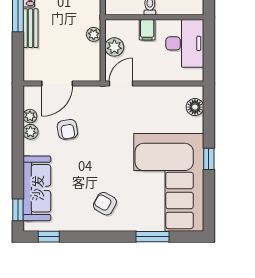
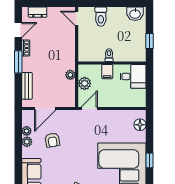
bench: (30, 28) -> (27, 86), moved
desk: (185, 43) -> (133, 76), width x0.73

